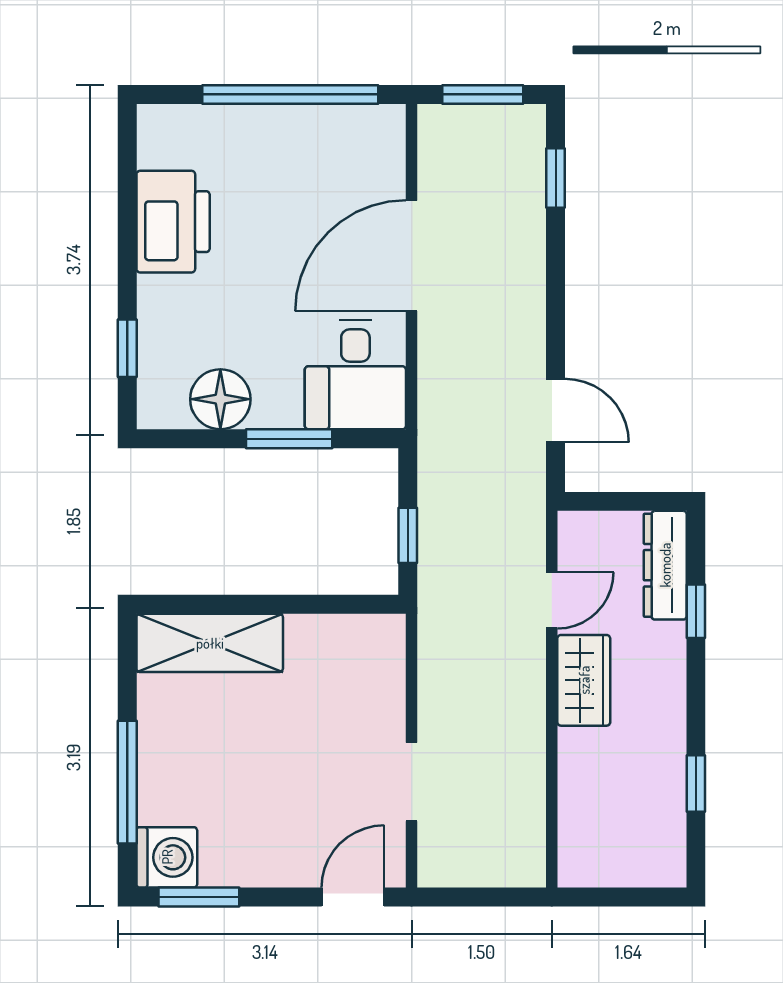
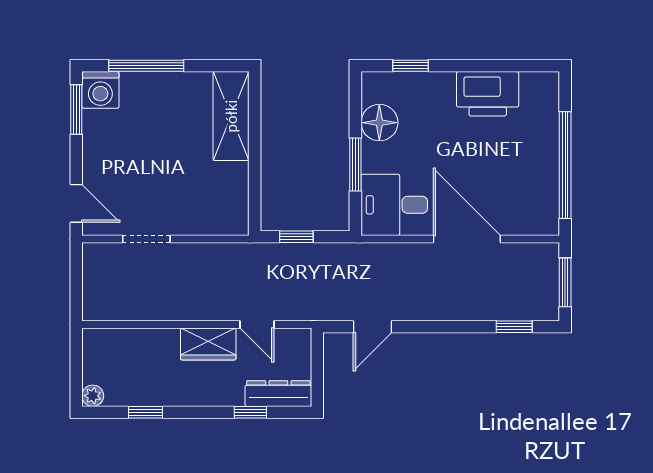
plant: (669, 870) -> (93, 396), added

